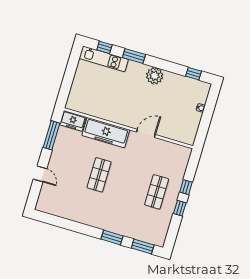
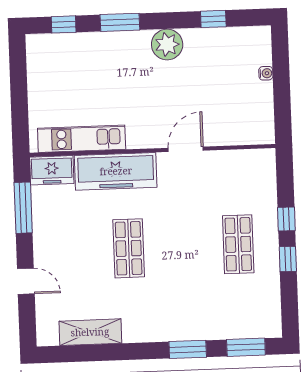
kitchen unit: (104, 59) -> (82, 139), moved, turned 180
window: (194, 74) -> (213, 19), moved
shelving: (65, 212) -> (90, 332), added

